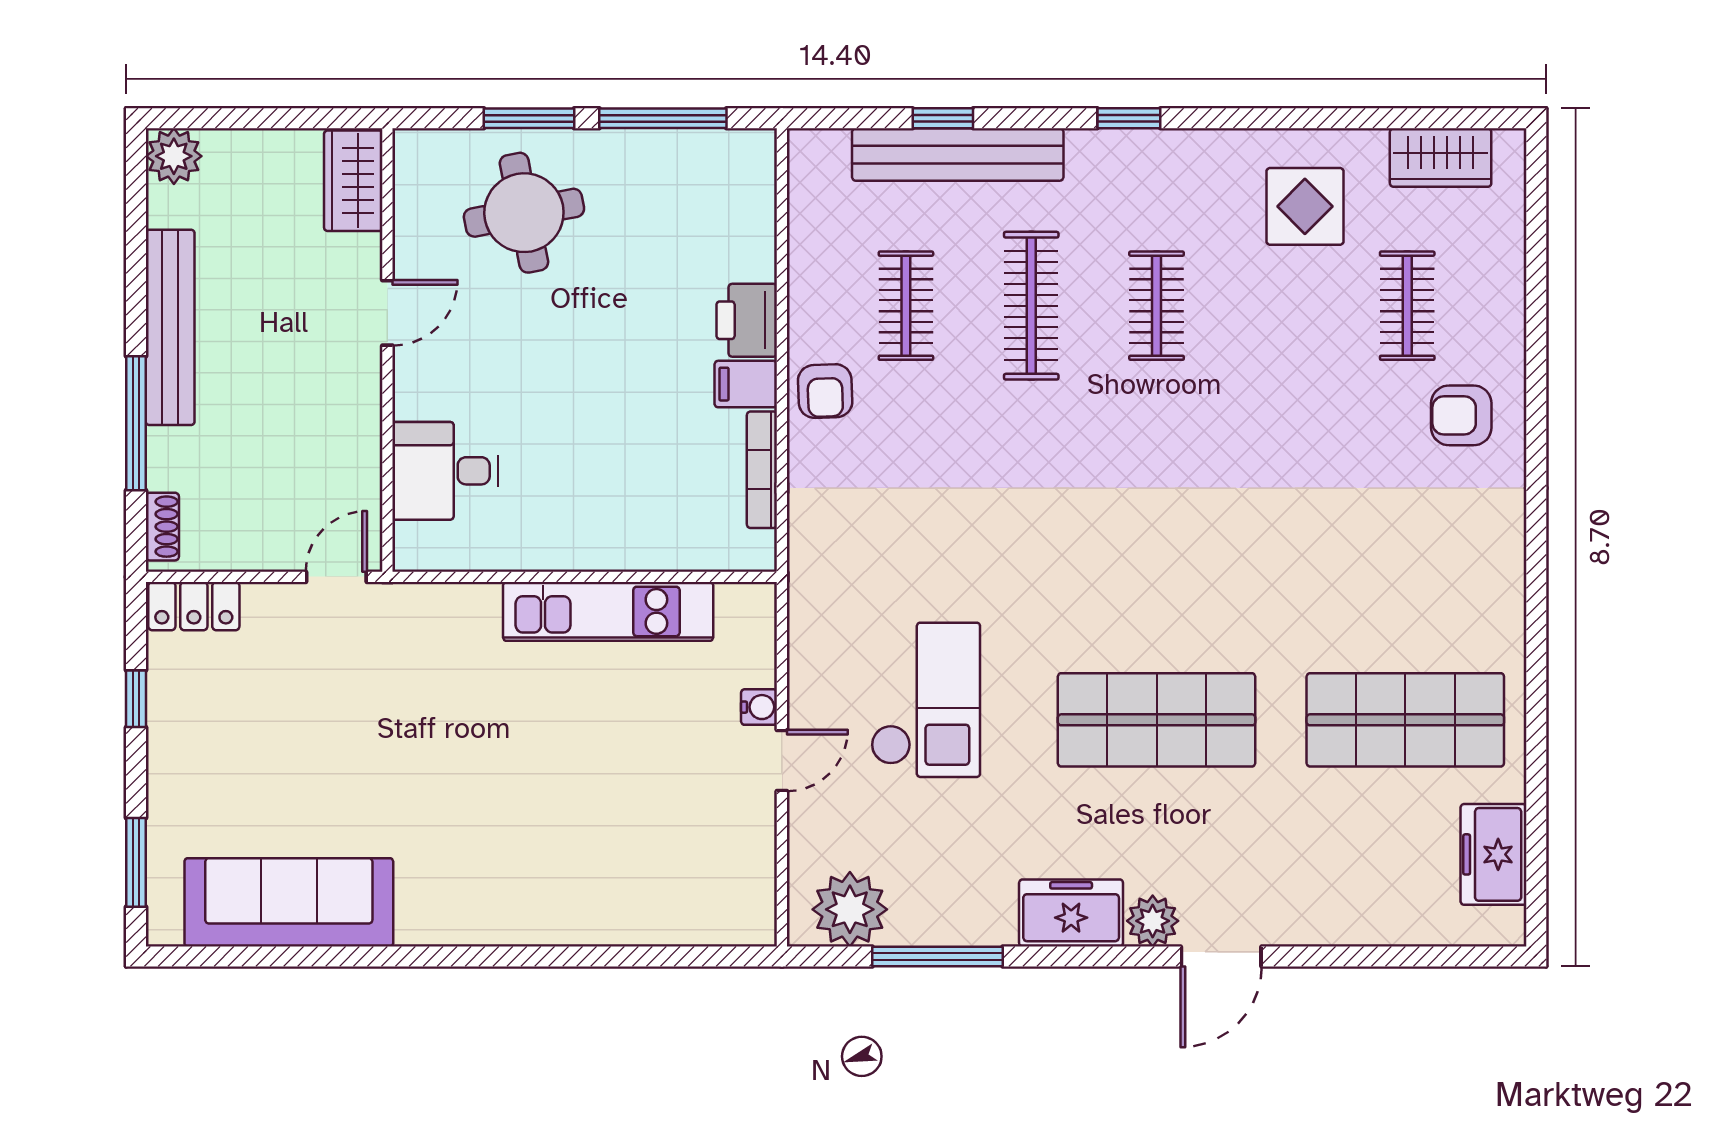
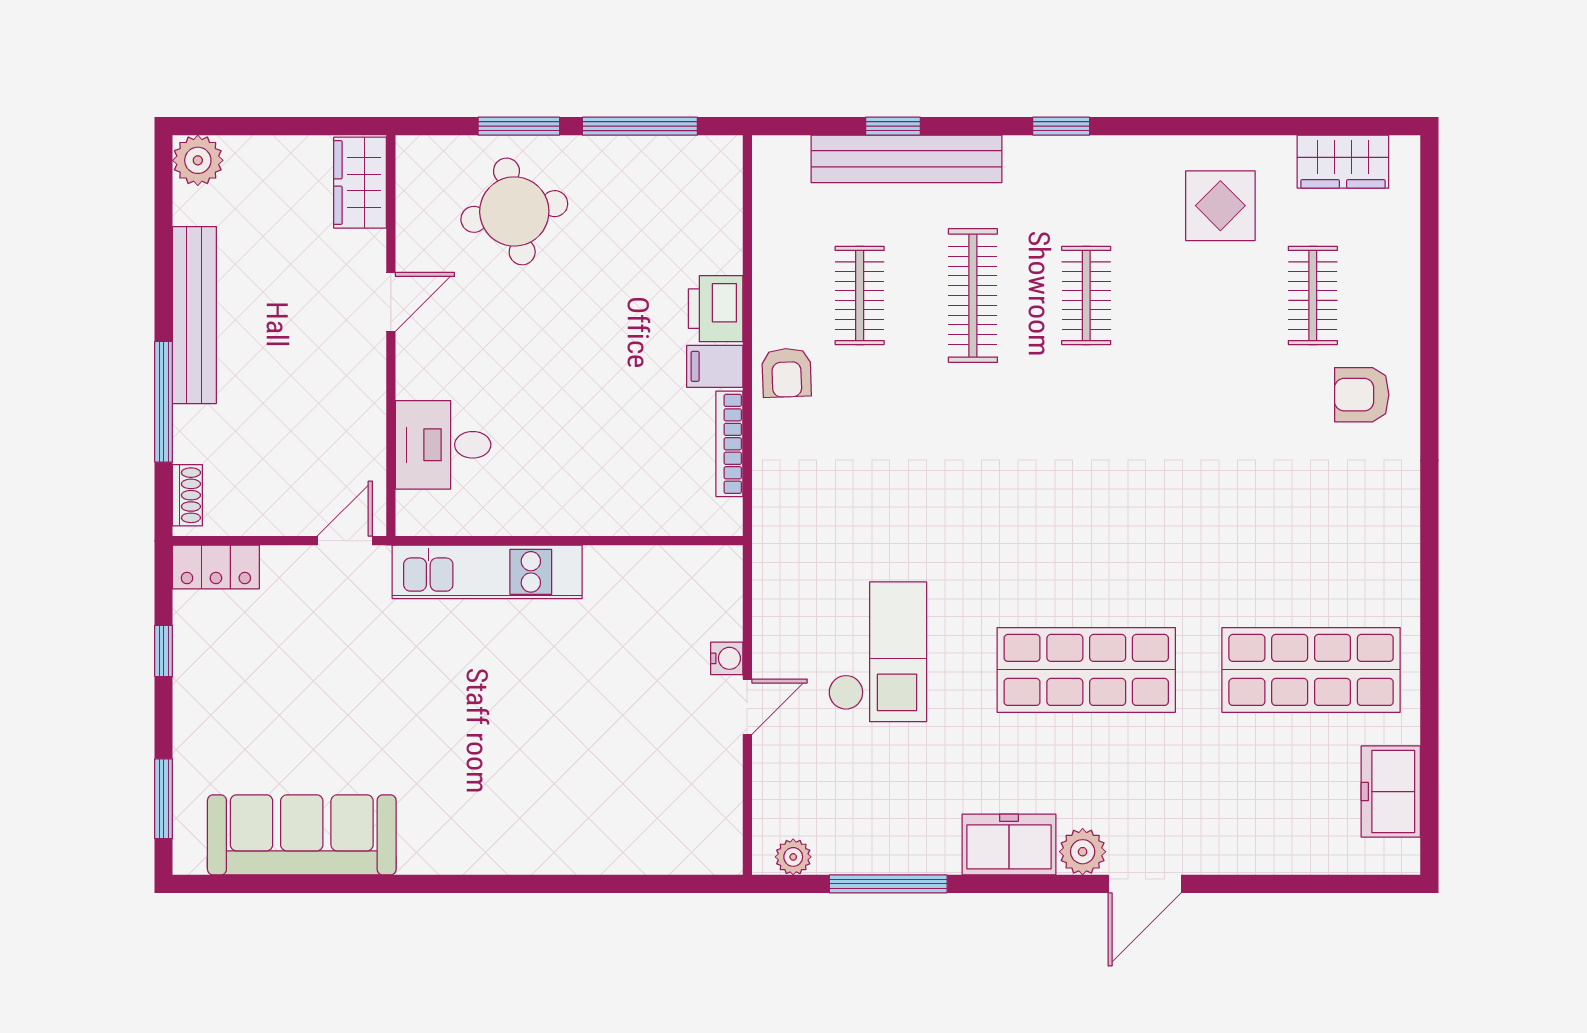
kitchen unit: (608, 611) -> (487, 572), moved
plant: (850, 909) -> (793, 857), width x0.53, depth x0.53

